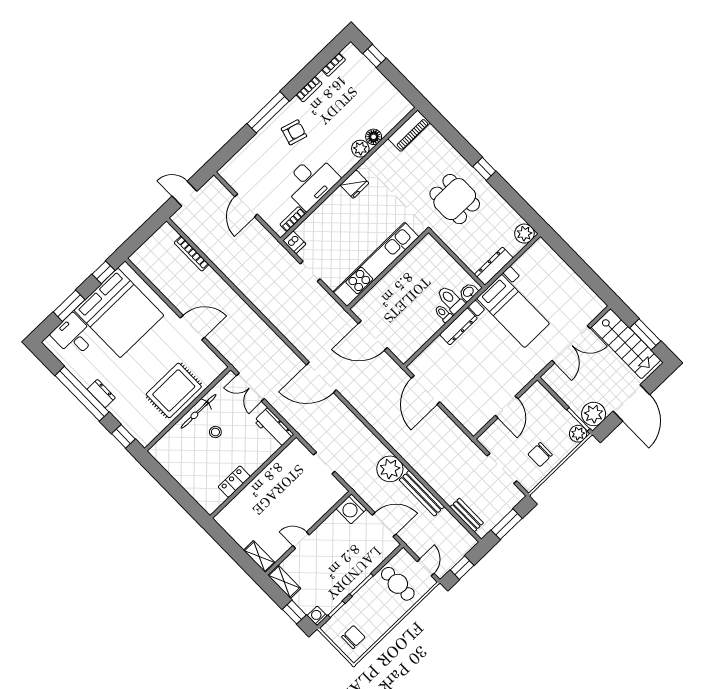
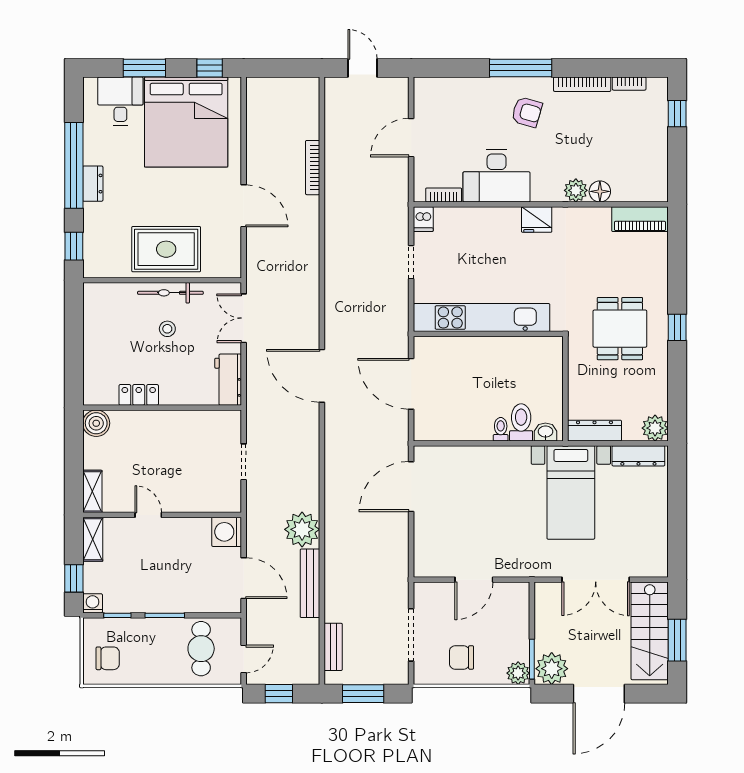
bookcase: (309, 89) -> (582, 84), width x1.56
bookcase: (191, 254) -> (313, 168), moved
dresser: (458, 326) -> (638, 456), moved
boiler: (226, 519) -> (96, 423), added

